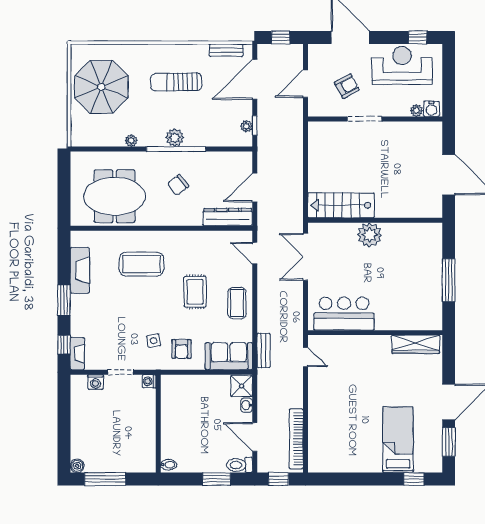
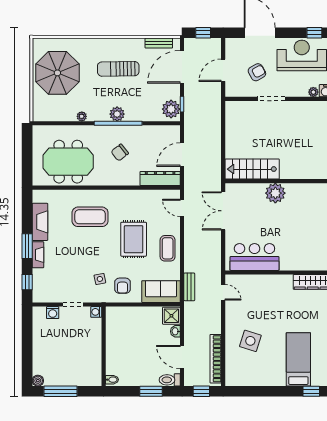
plant: (246, 126) -> (171, 109), width x1.88, depth x1.88
rug: (195, 292) -> (134, 239), width x1.36, depth x1.43
fireplace: (77, 354) -> (38, 255), moved
side table: (339, 417) -> (250, 341), added

